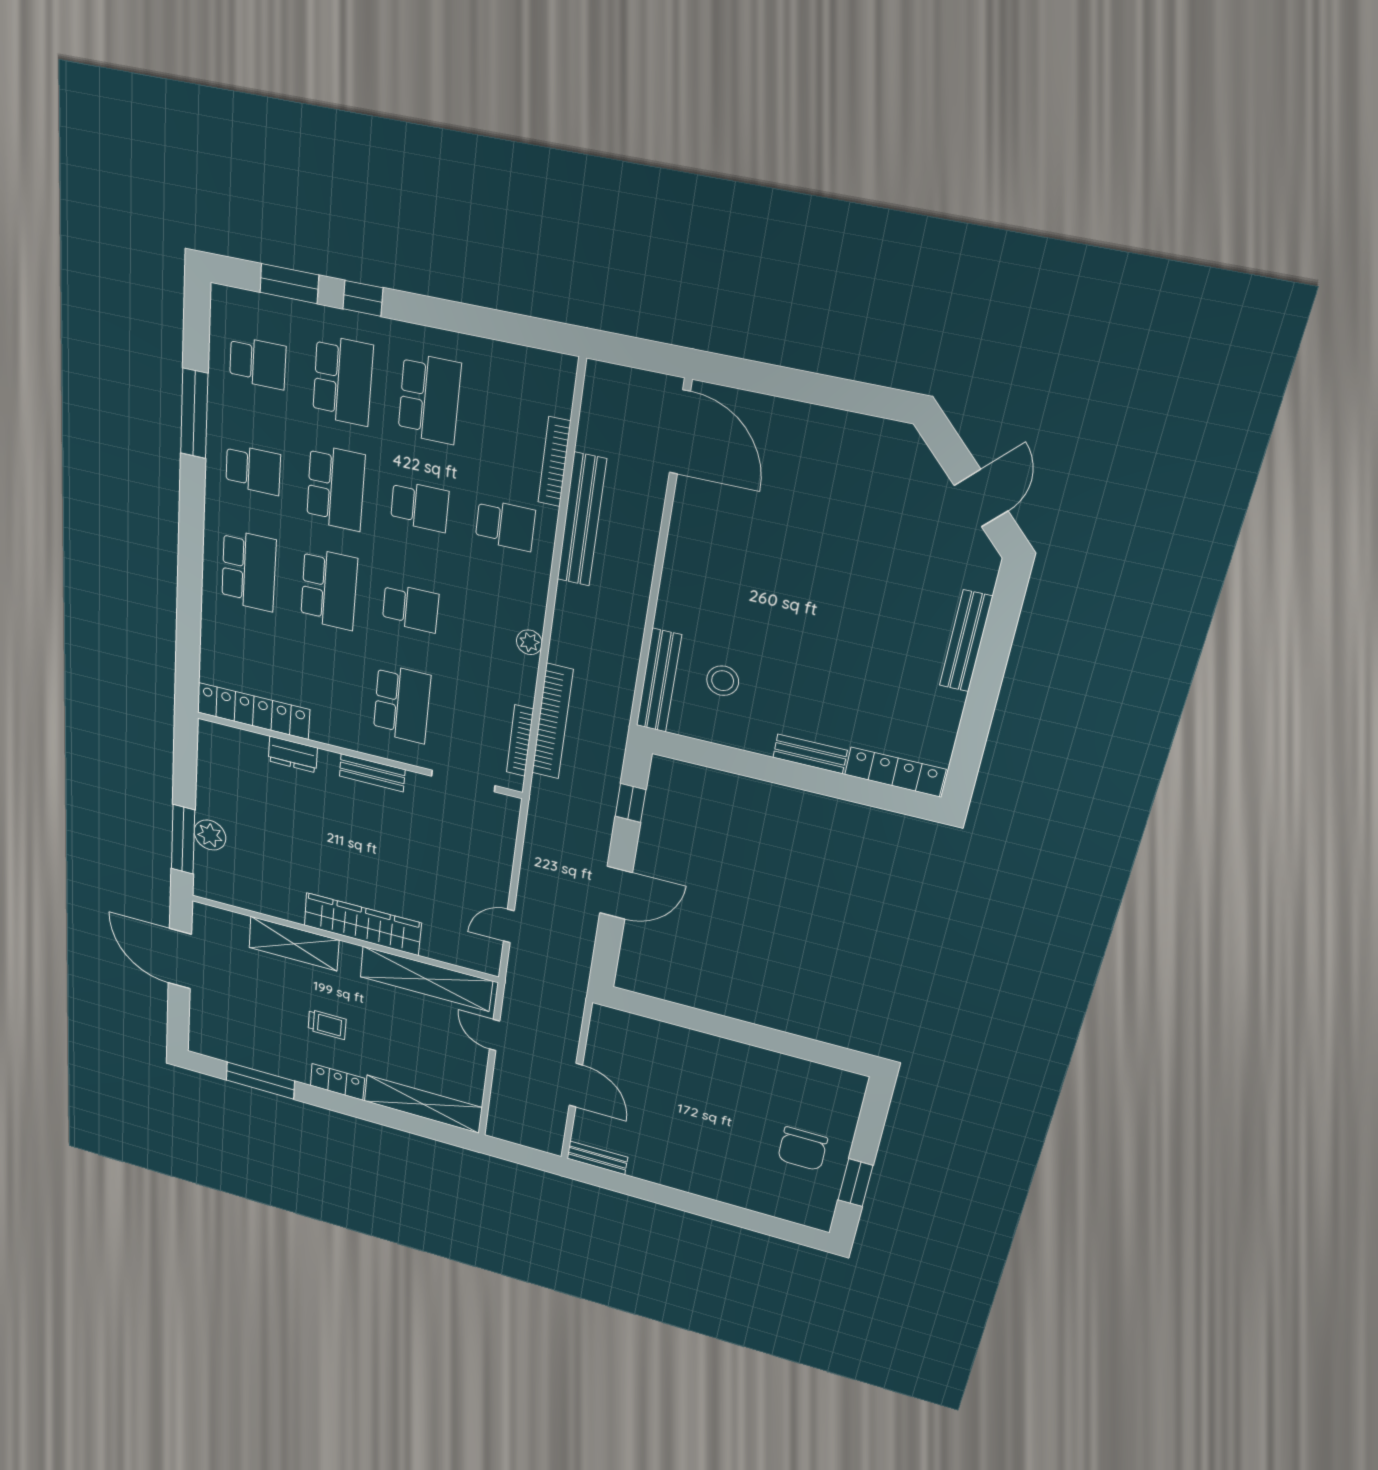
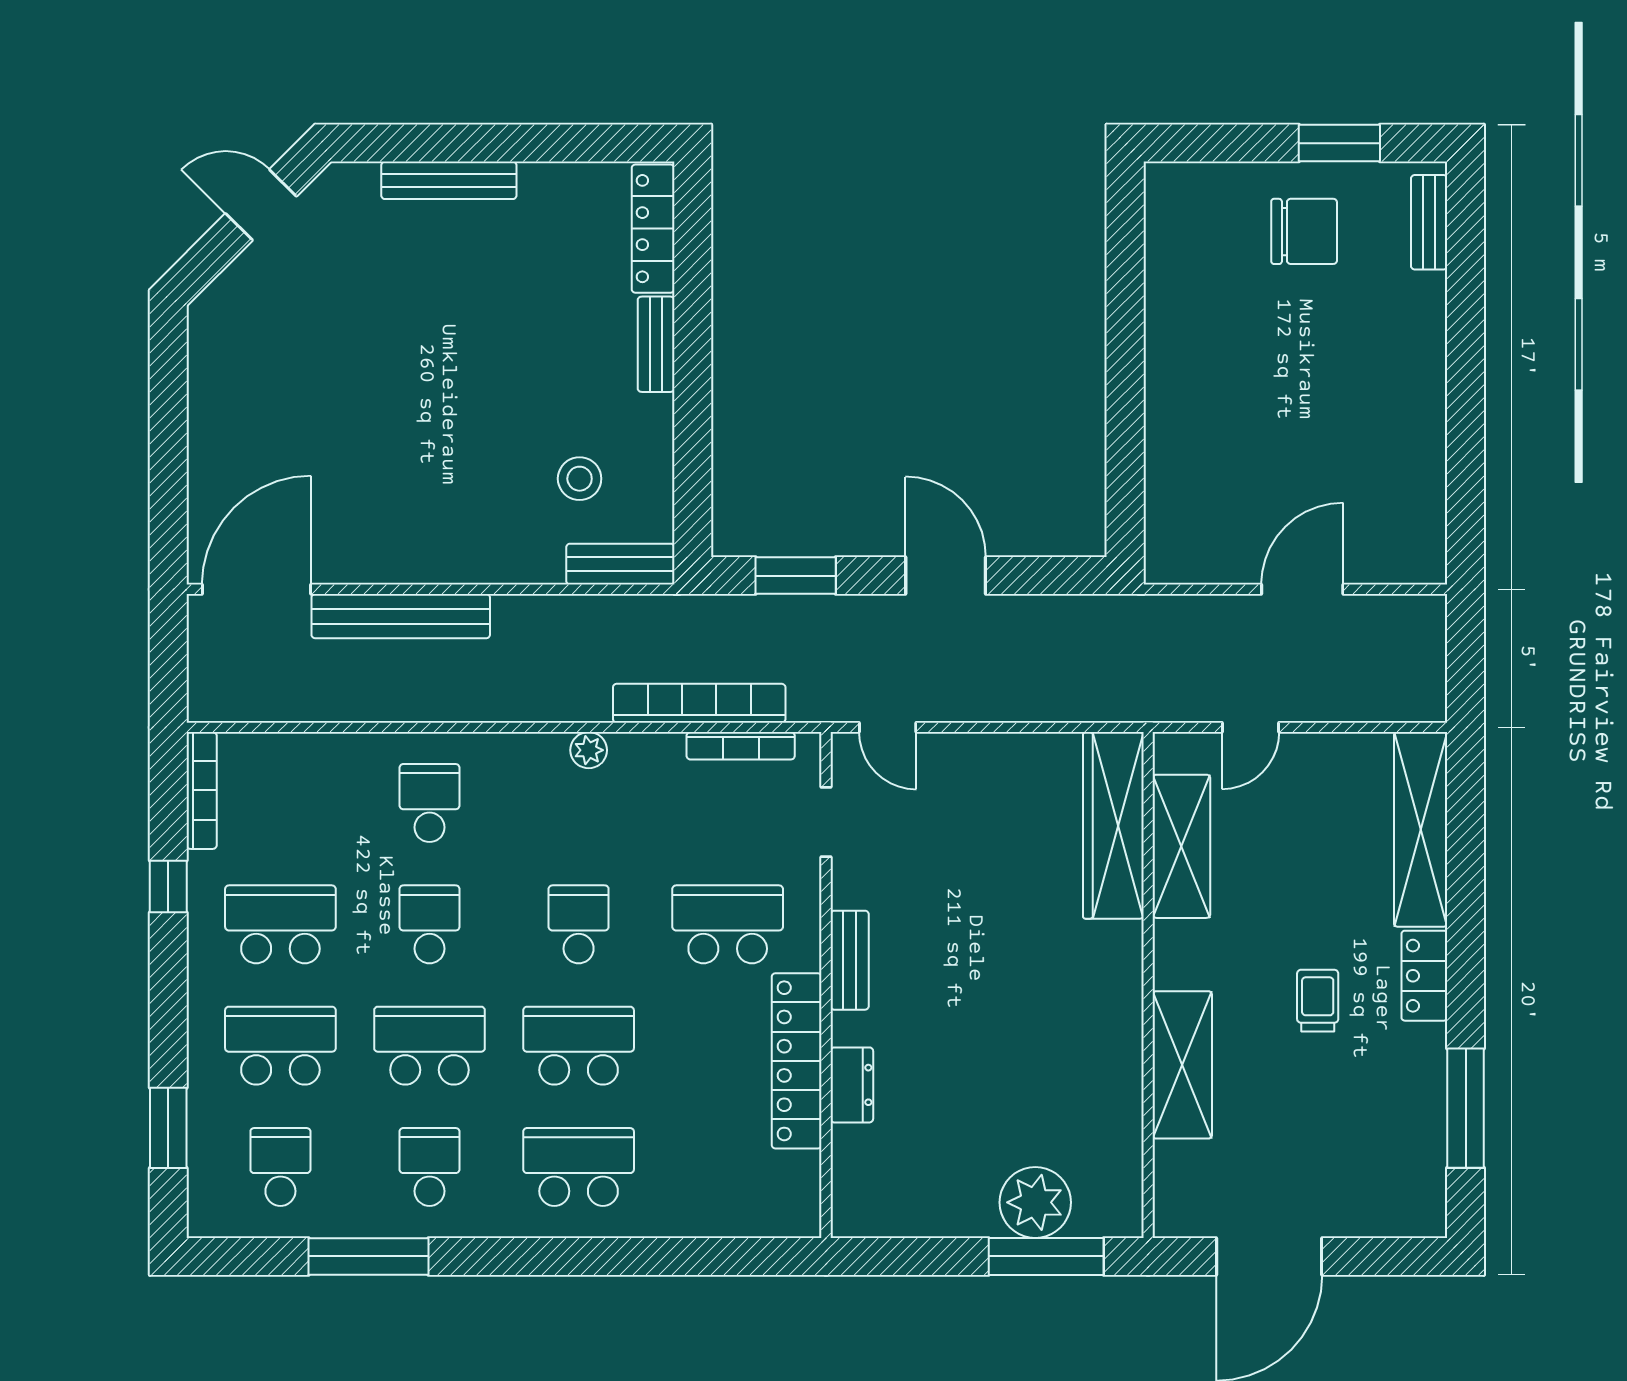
window: (363, 298) -> (168, 887), moved
bookcase: (554, 462) -> (202, 790), moved, turned -90
bench: (582, 520) -> (401, 616), moved
bench: (659, 681) -> (620, 564), width x0.73
locker: (253, 711) -> (797, 1061), moved
doorway: (463, 781) -> (826, 822), width x0.73
window: (631, 803) -> (796, 576), width x1.50
plant: (210, 835) -> (1035, 1202), width x1.36, depth x1.36
wardrobe: (362, 924) -> (1113, 825), moved
door: (509, 926) -> (888, 727), moved
shelving: (426, 979) -> (1181, 846), width x0.68
bench: (597, 1158) -> (1429, 222), moved

